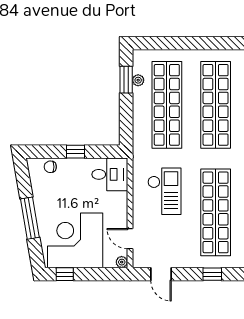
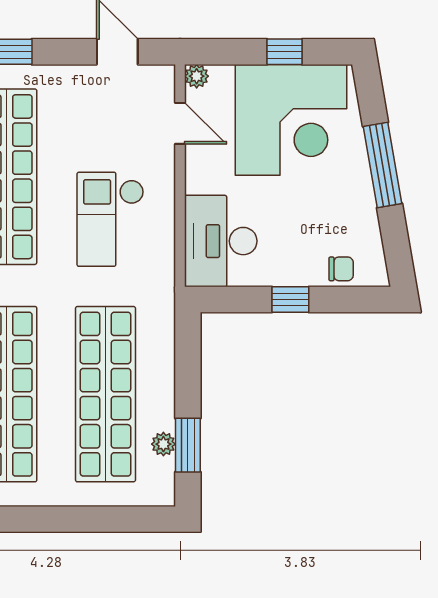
desk: (110, 174) -> (221, 241), width x1.37
window: (65, 274) -> (285, 52), moved

